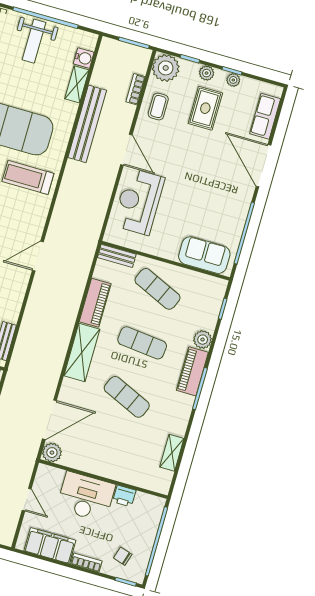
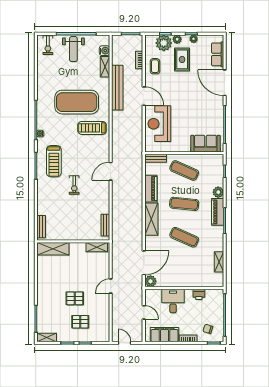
plant: (166, 68) -> (164, 43), moved
desk: (86, 497) -> (173, 301), width x0.73

